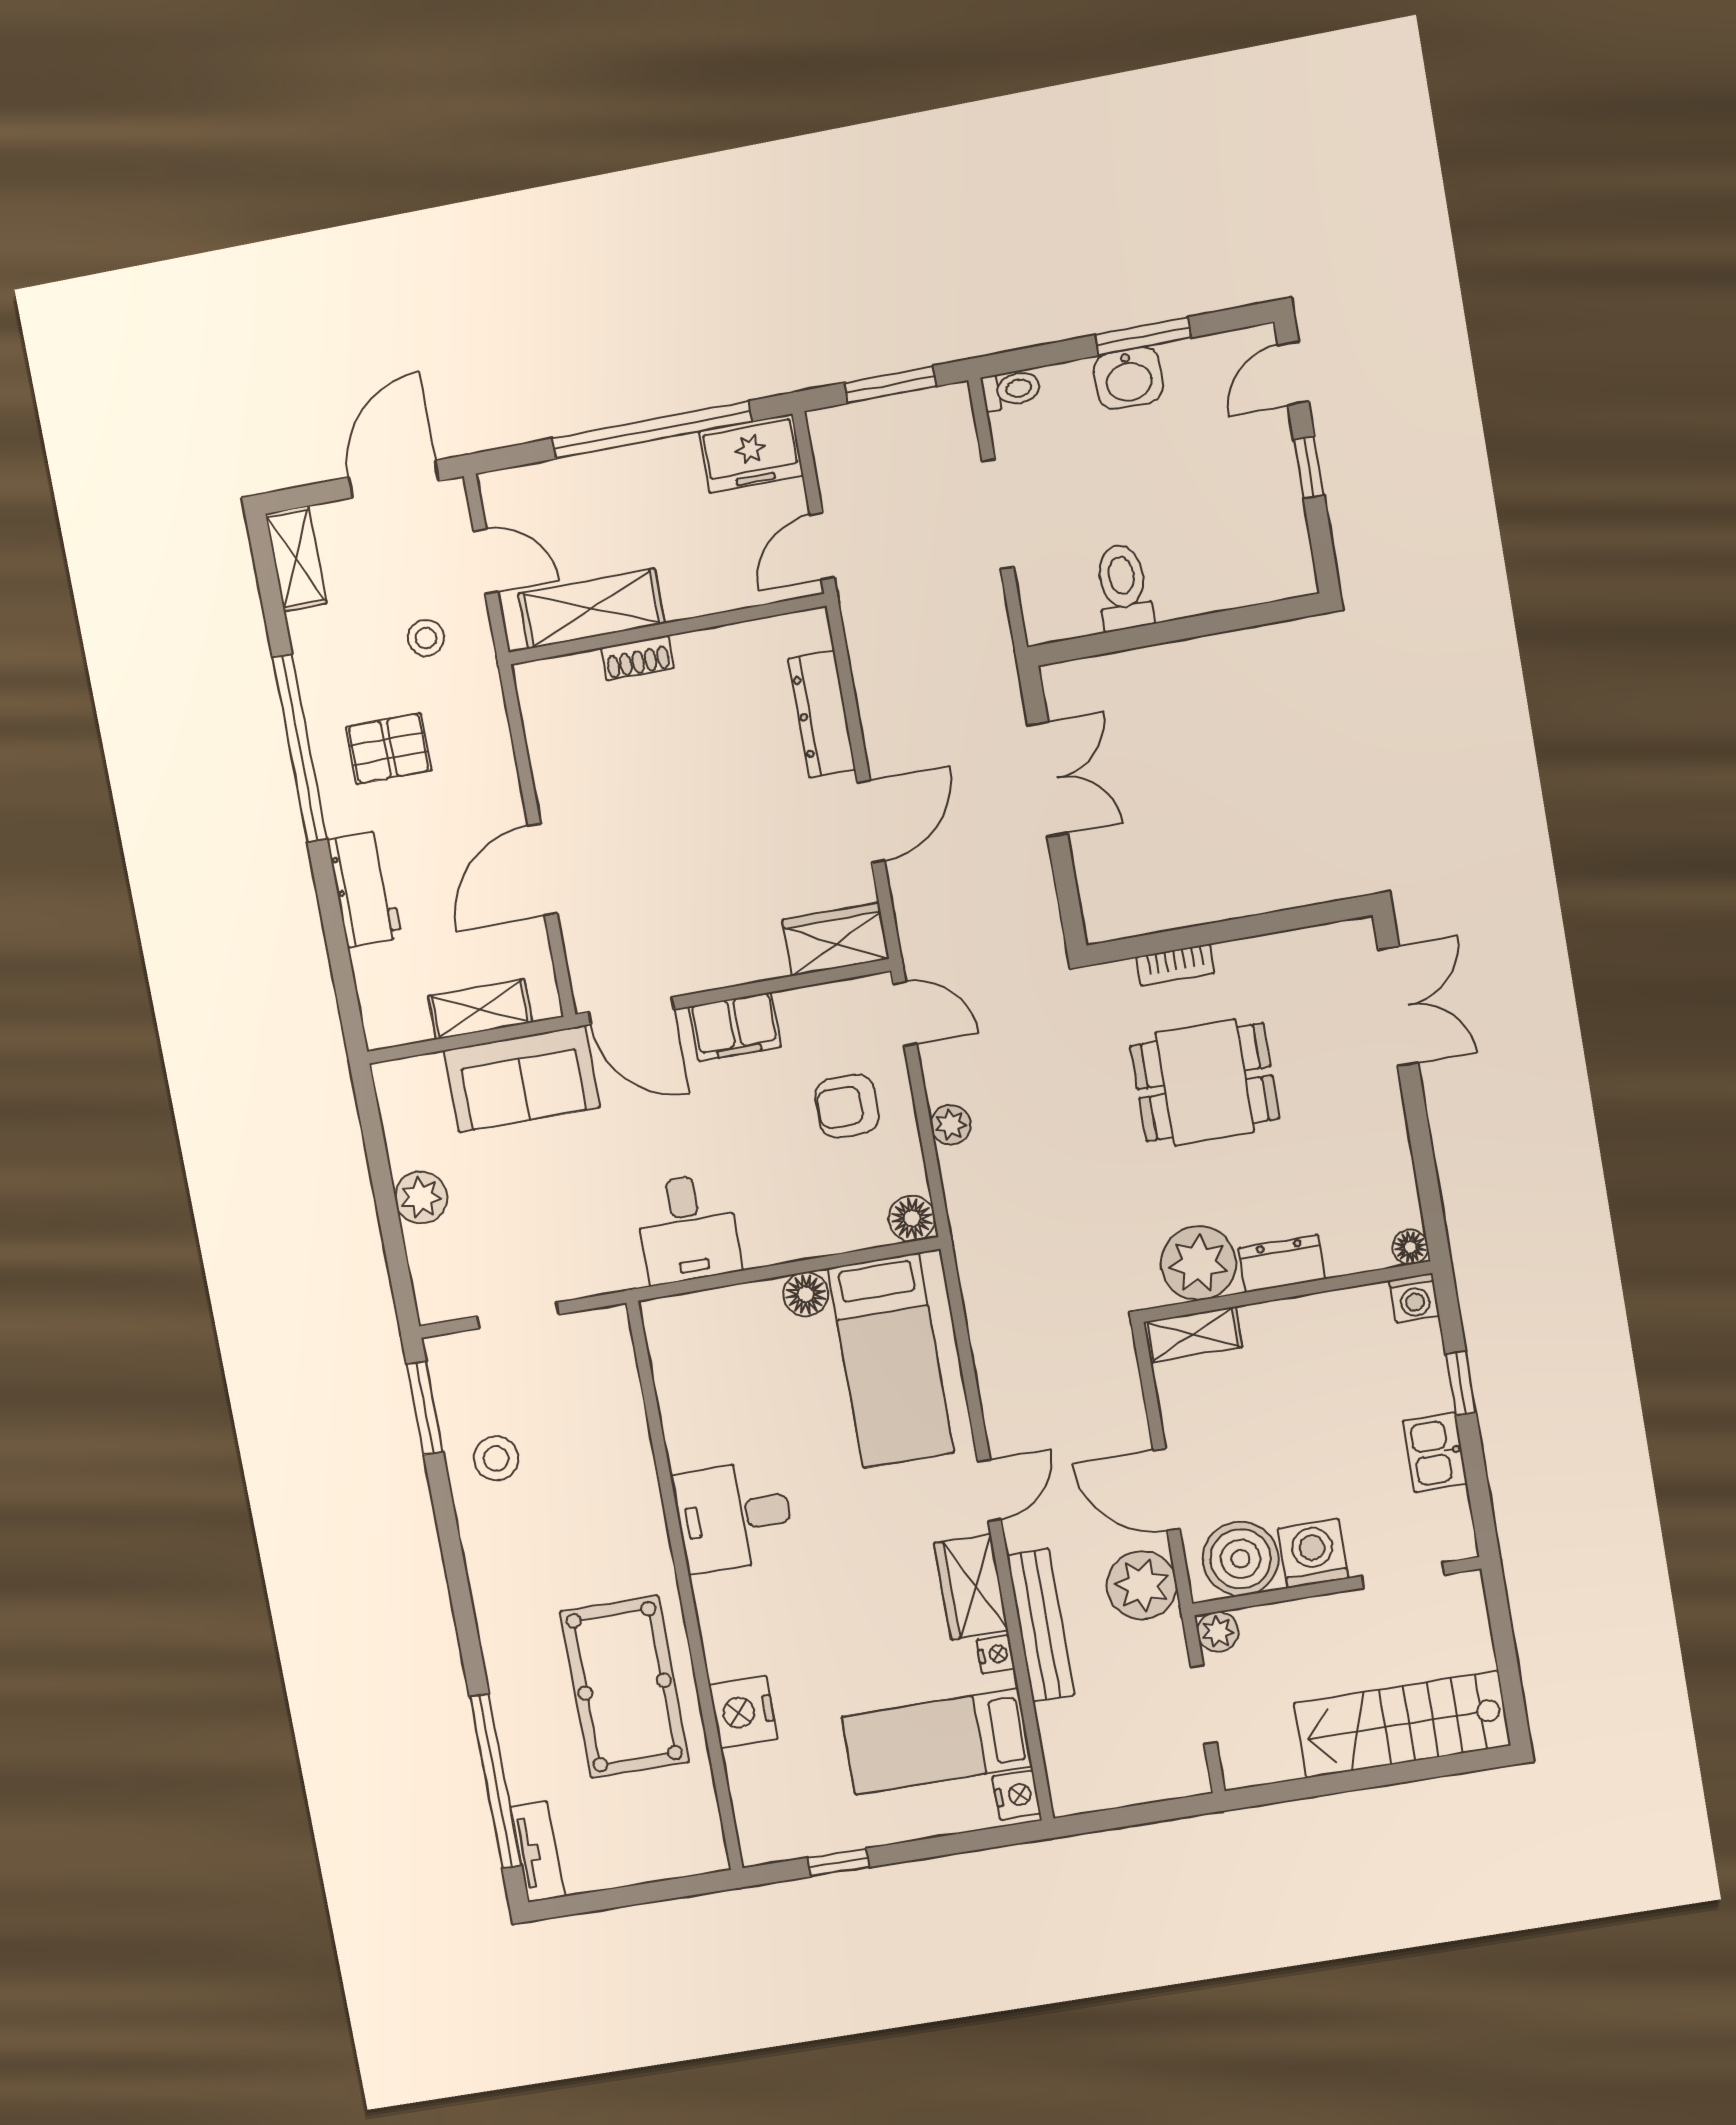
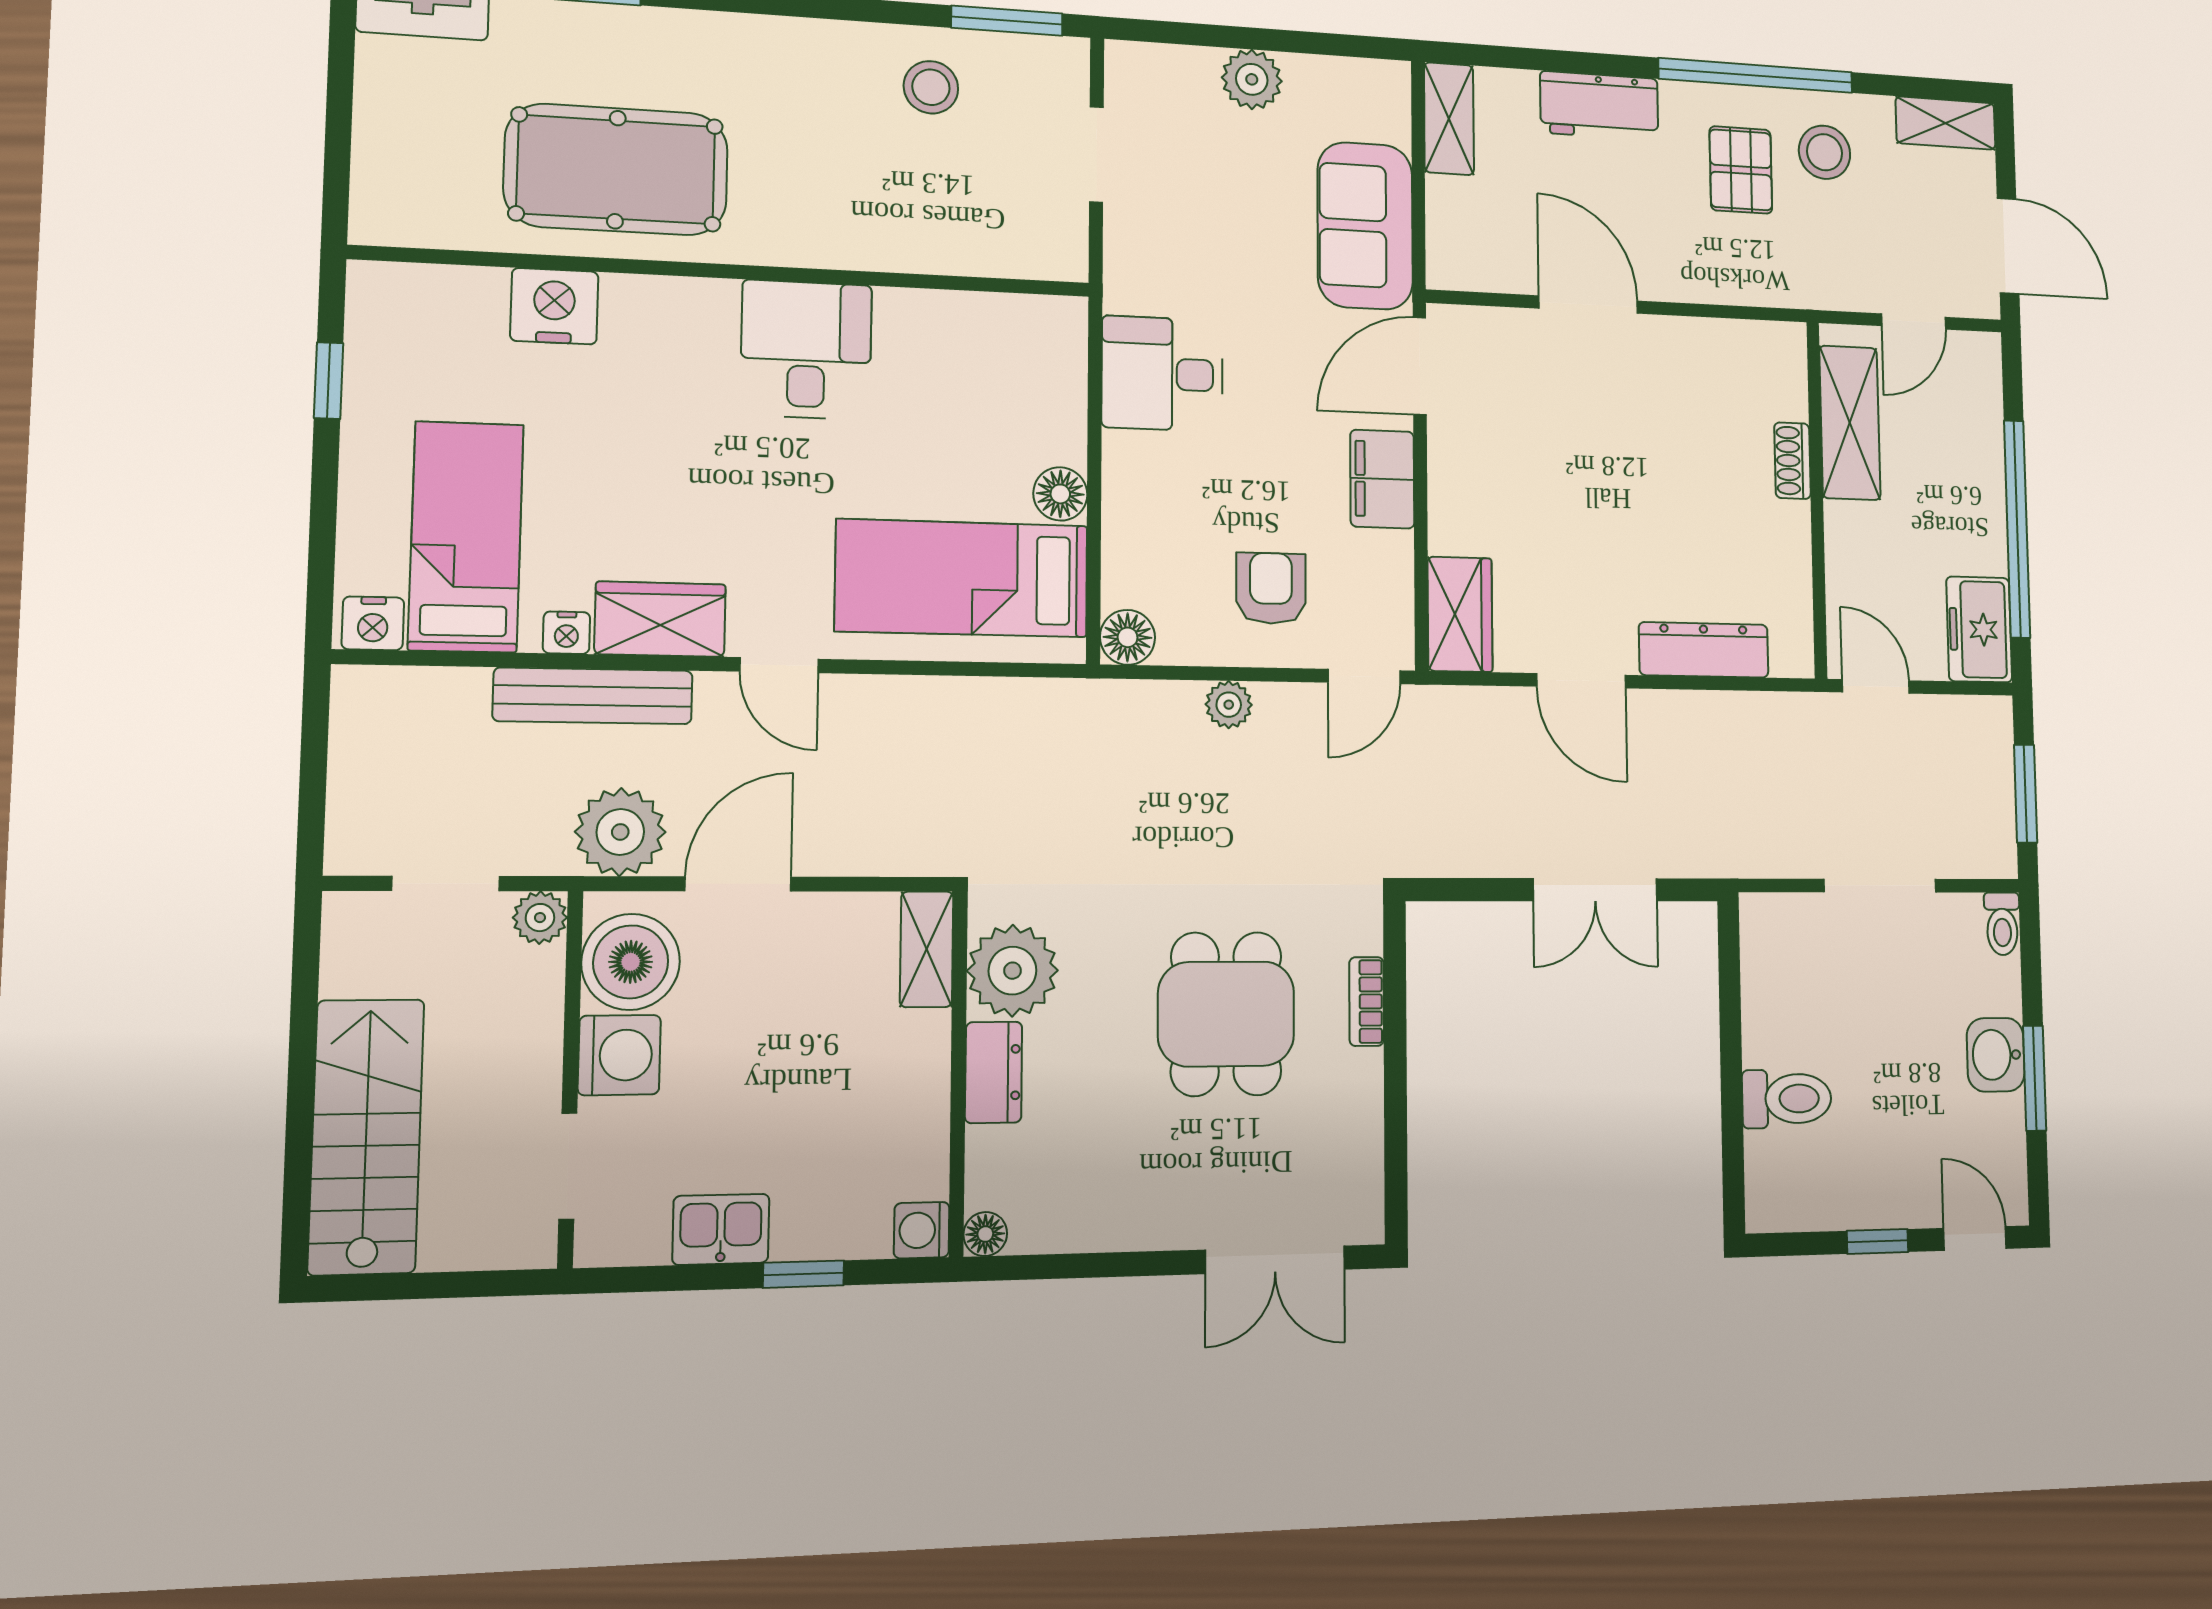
toilet: (1123, 587) -> (1787, 1099), moved
stool: (426, 638) -> (1825, 152), moved, width x1.37, depth x1.37
shelving: (480, 1009) -> (1449, 119), moved

